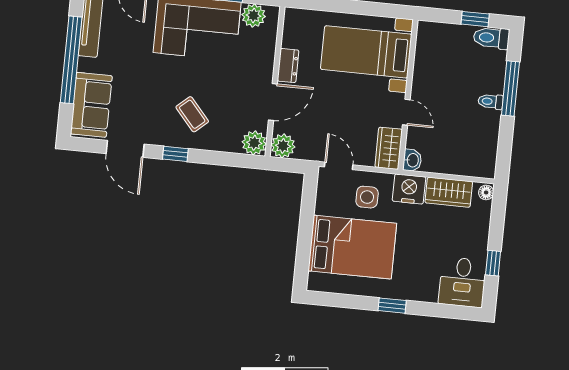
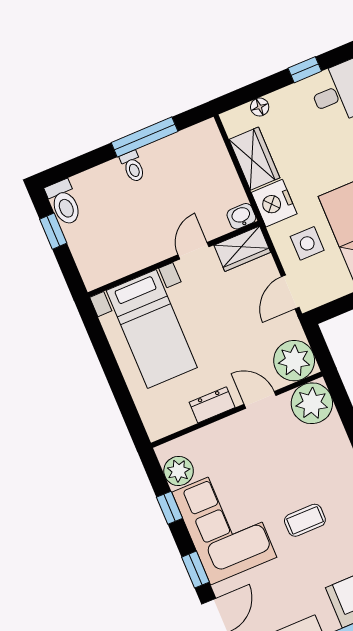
window: (510, 89) -> (145, 137), moved
door: (273, 102) -> (260, 400), width x0.73
coffee table: (192, 114) -> (305, 520), moved, turned 41
plant: (254, 143) -> (312, 403), width x1.36, depth x1.36
plant: (283, 146) -> (294, 361), width x1.36, depth x1.36
floor lamp: (486, 192) -> (260, 107), moved

